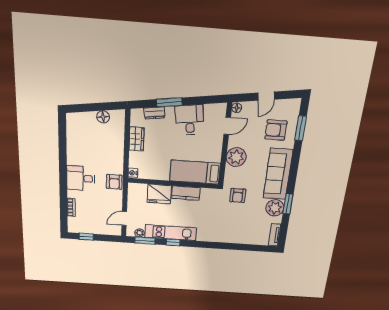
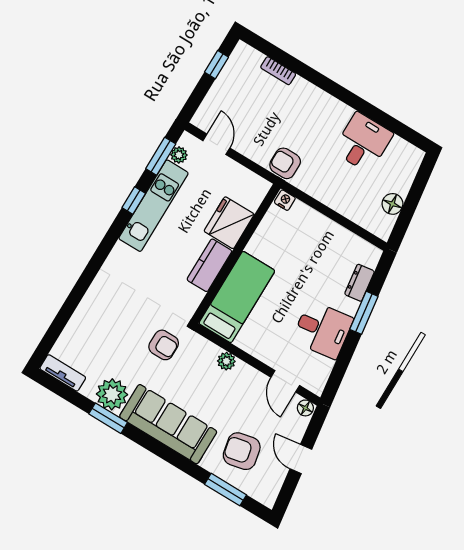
armchair: (276, 130) -> (242, 451), turned -102
wardrobe: (136, 139) -> (334, 235), removed
plant: (236, 157) -> (226, 361), width x0.53, depth x0.53
desk: (81, 178) -> (363, 142), moved
armchair: (238, 196) -> (164, 345), turned 180

